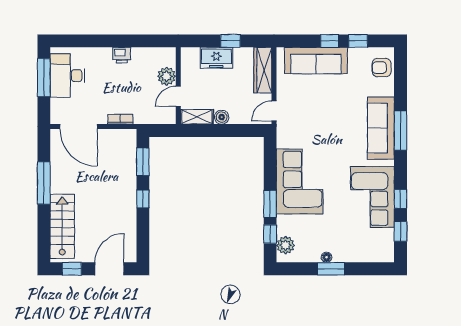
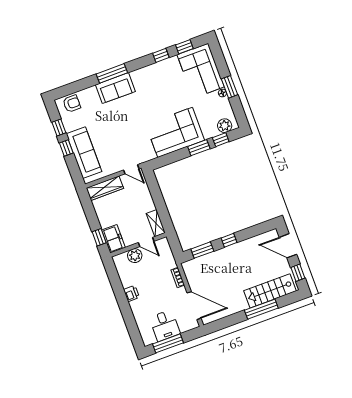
window: (230, 41) -> (99, 237), moved
freezer: (216, 58) -> (113, 239), moved
armchair: (382, 68) -> (72, 104), turned -90
desk: (67, 76) -> (165, 325), width x0.73
boiler: (222, 117) -> (150, 205), removed
door: (79, 127) -> (194, 306), hinge flipped
sofa: (381, 128) -> (115, 88), width x0.73
window: (44, 183) -> (261, 309), moved
corner sofa: (372, 197) -> (201, 71), moved, turned 90

